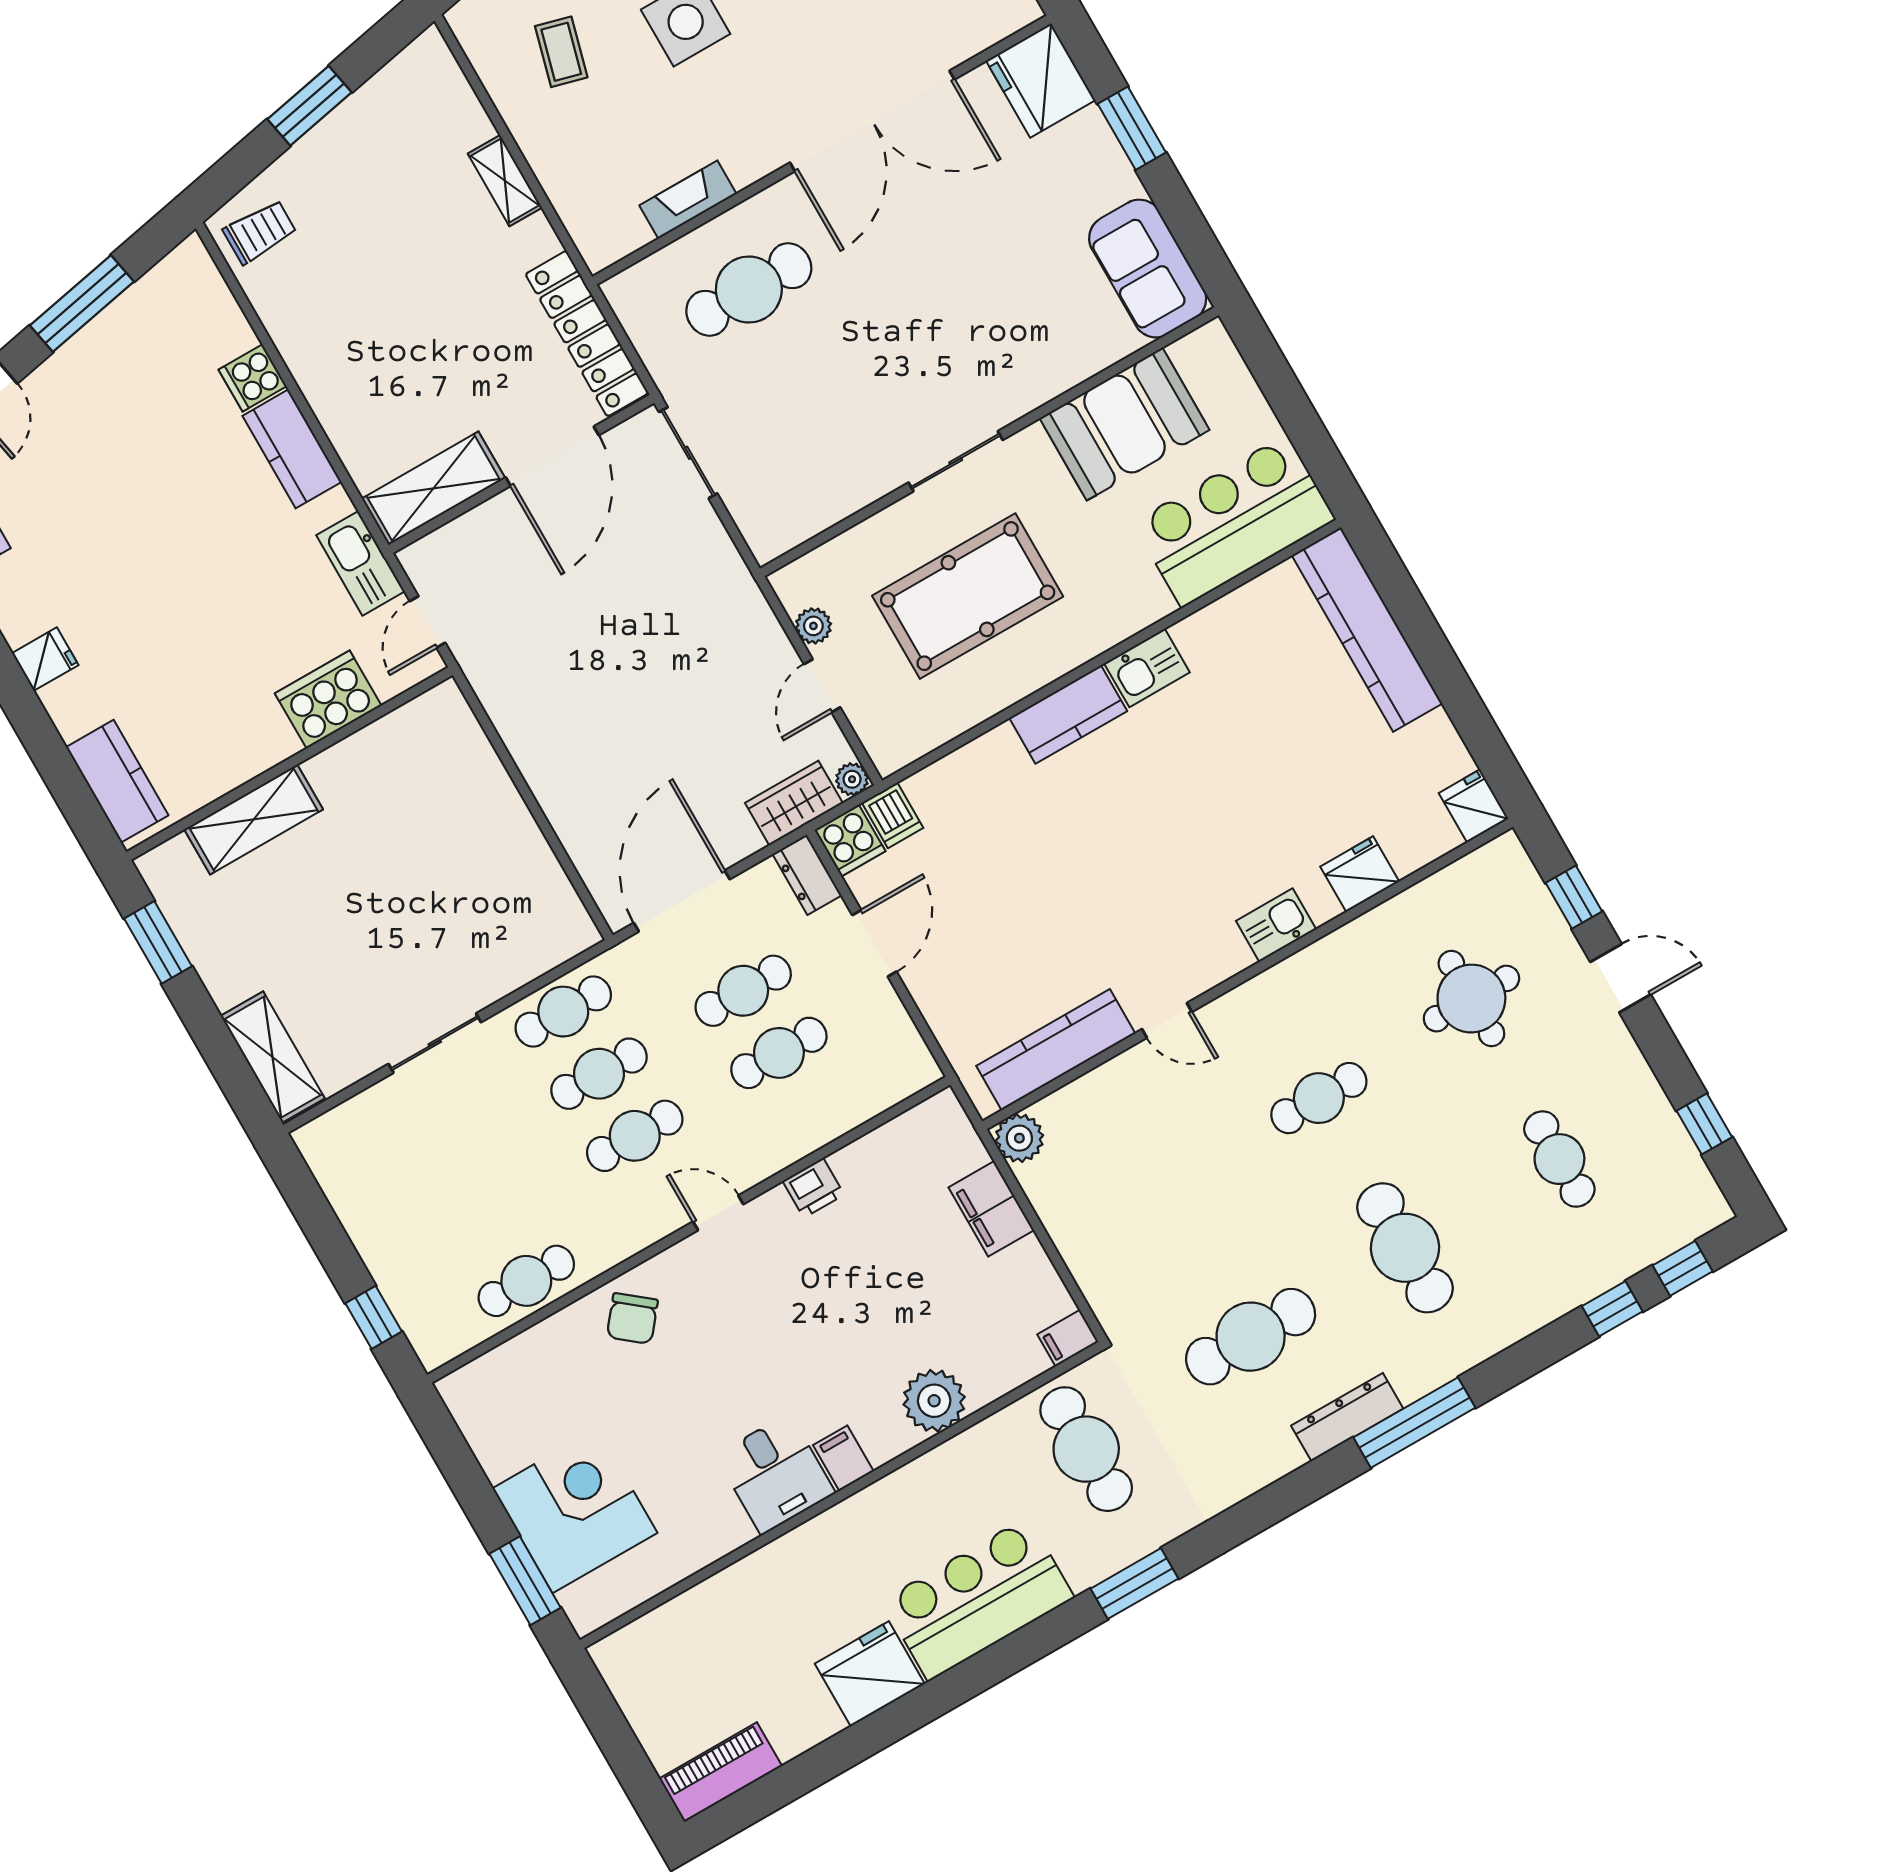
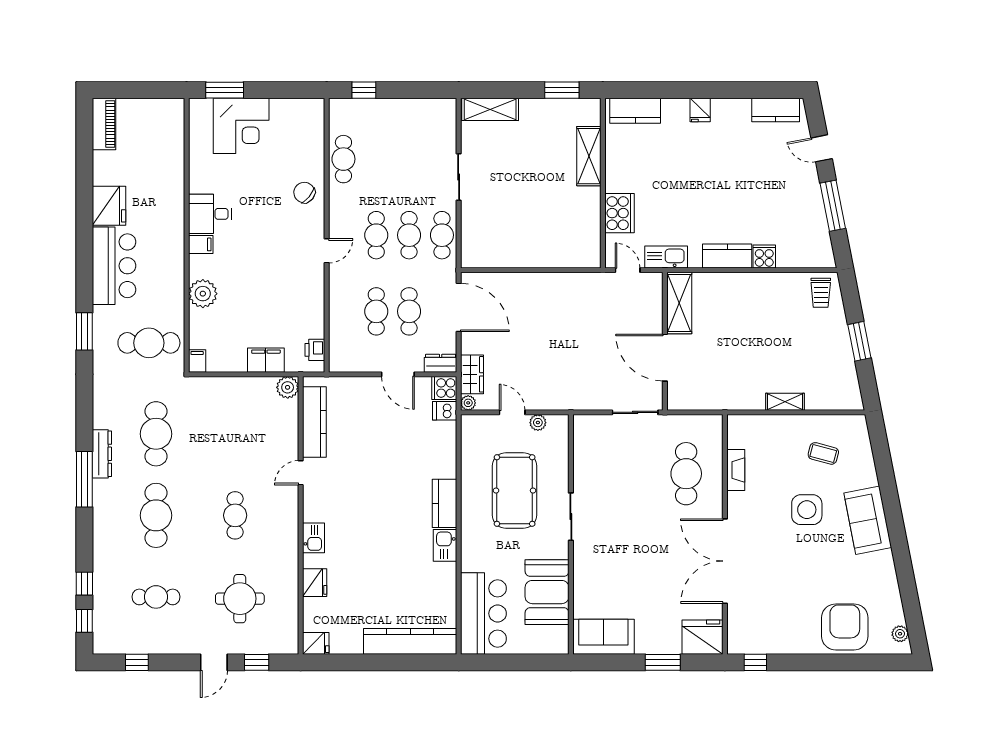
locker: (587, 334) -> (706, 399), removed
printer: (813, 1188) -> (315, 350), moved
cafe table: (1405, 1248) -> (156, 515), turned 90

